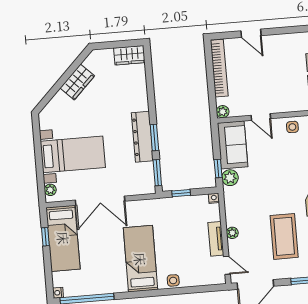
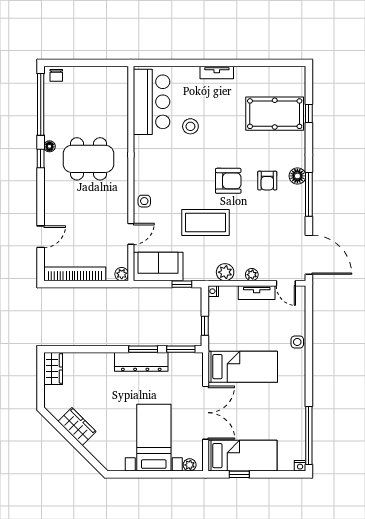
plant: (230, 178) -> (225, 272), moved
coffee table: (284, 236) -> (206, 222), moved
bed: (140, 259) -> (243, 367), moved, turned 180
door: (227, 265) -> (286, 283), swing flipped

